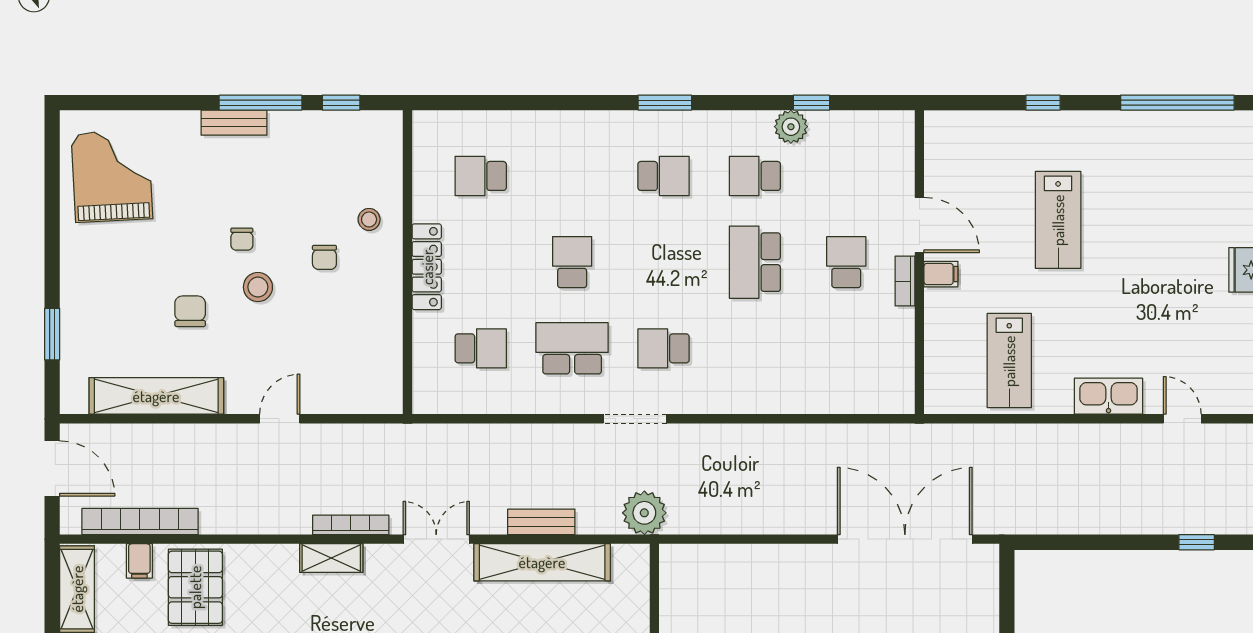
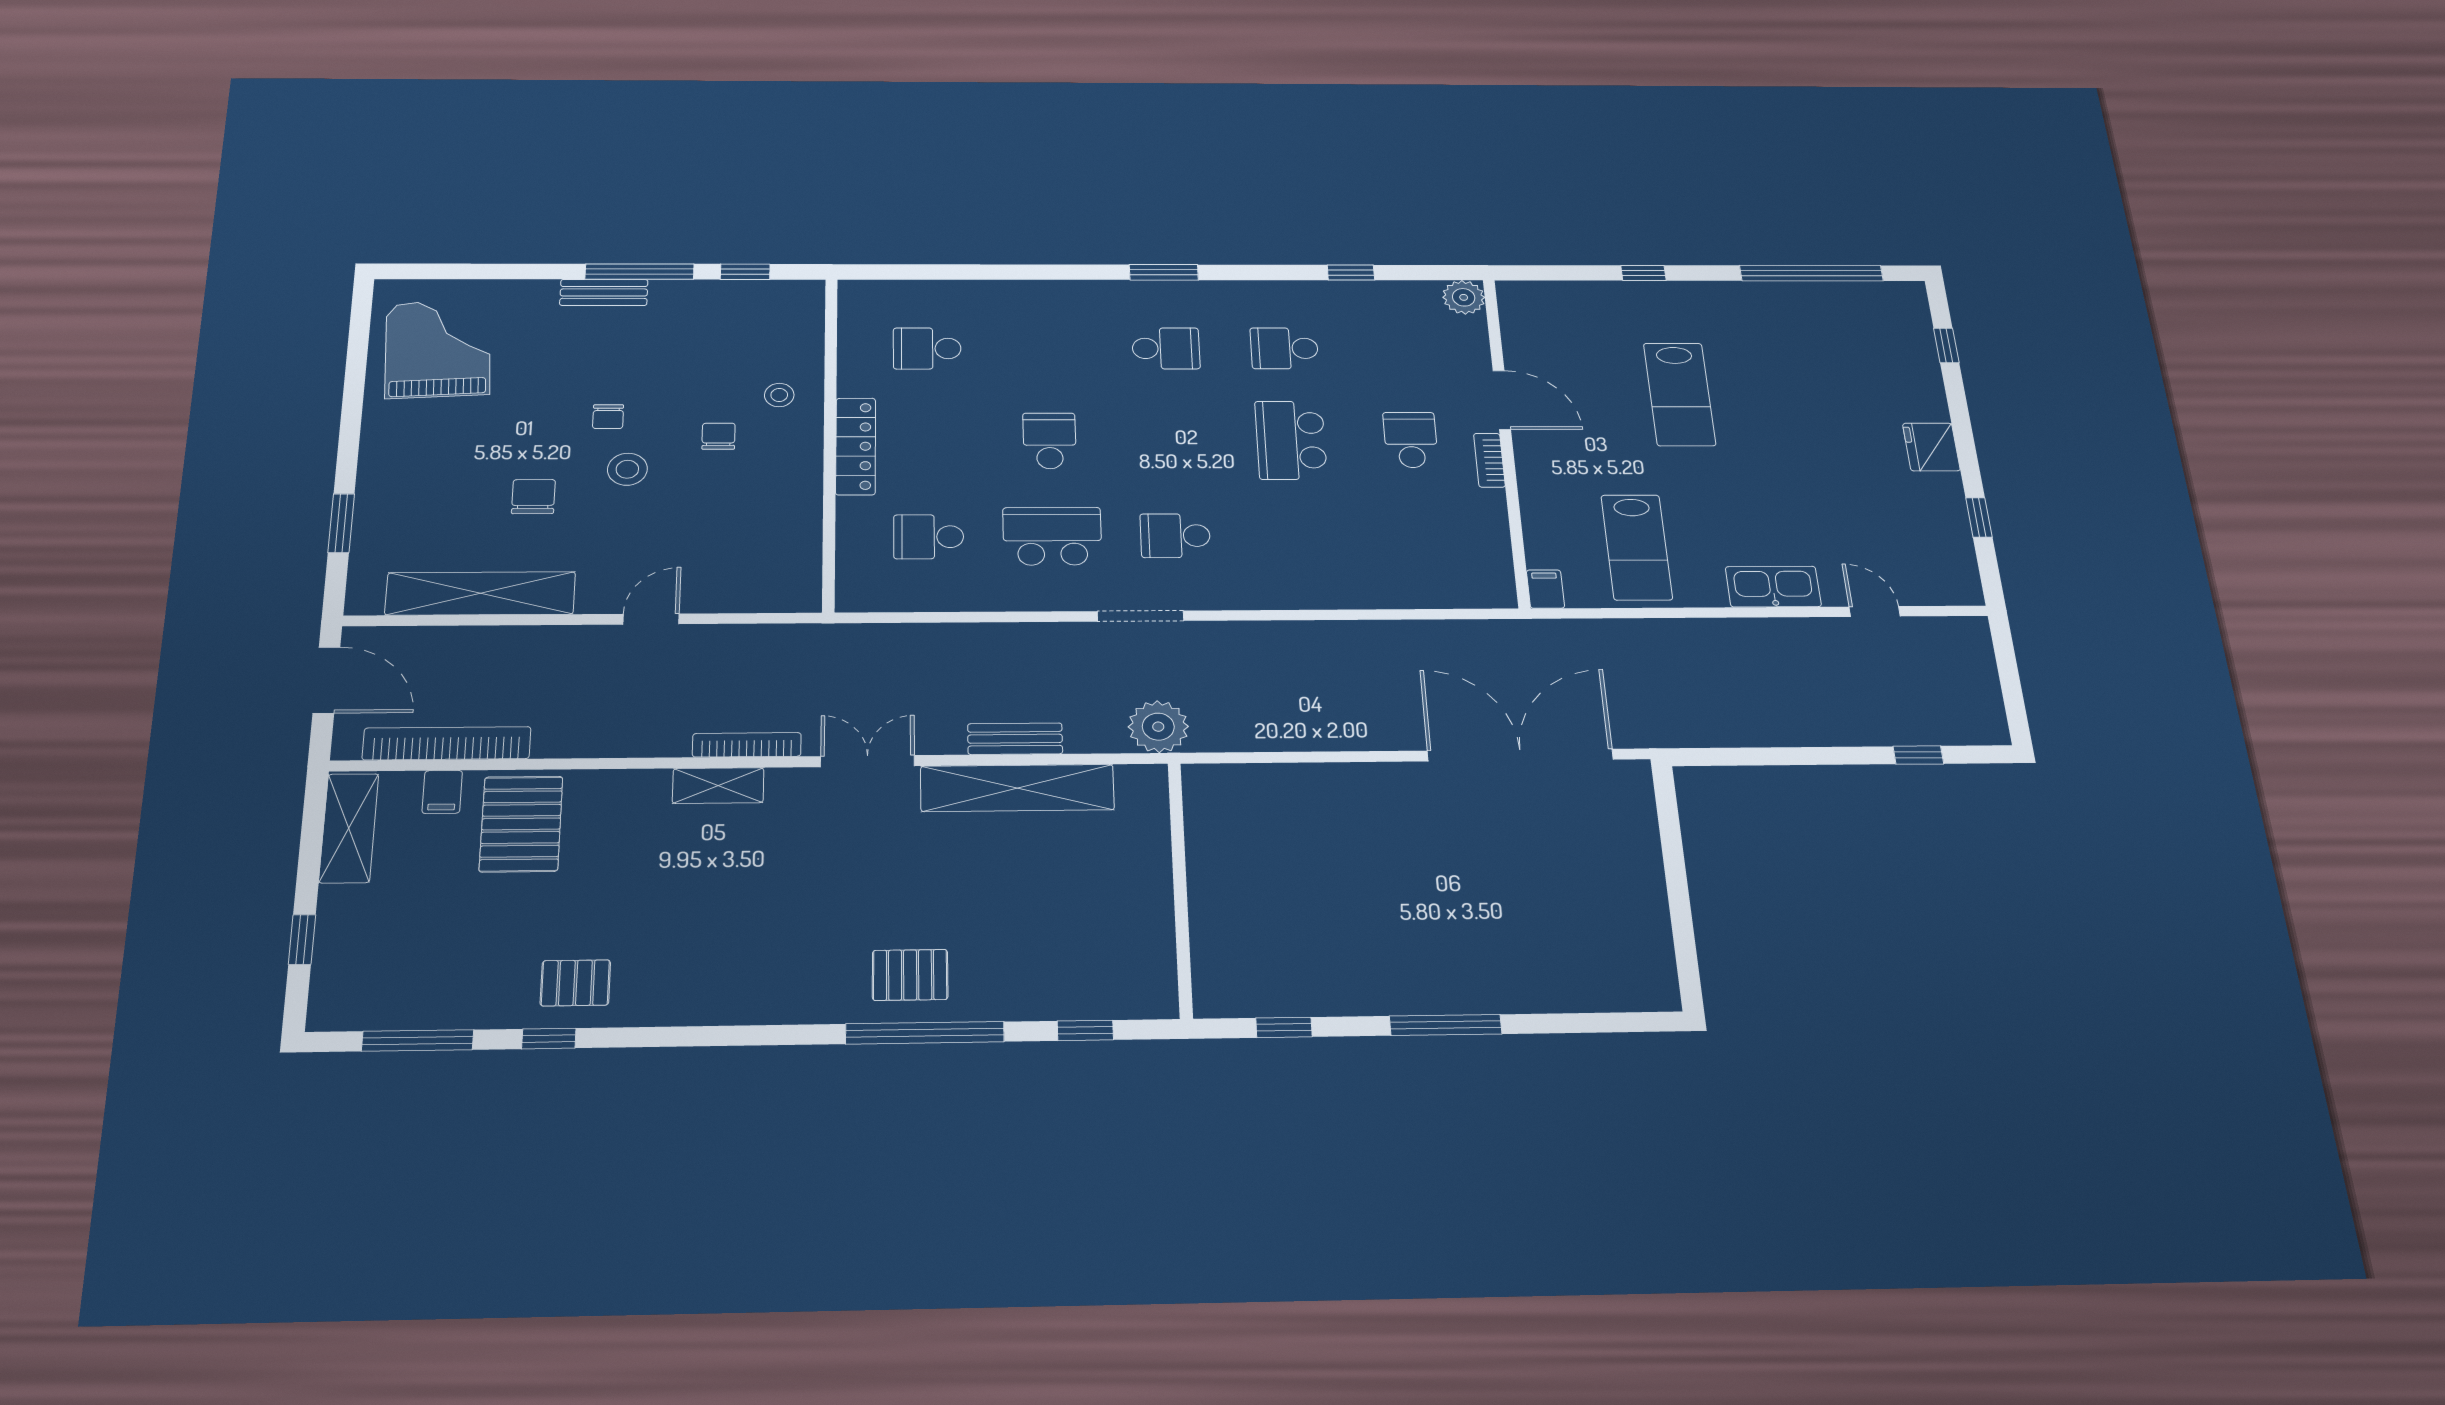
plant: (791, 127) -> (1464, 297), moved
chair: (324, 257) -> (719, 436), turned 180
filing cabinet: (941, 274) -> (1545, 589), moved, turned -90
school desk: (481, 348) -> (929, 537), turned 180

